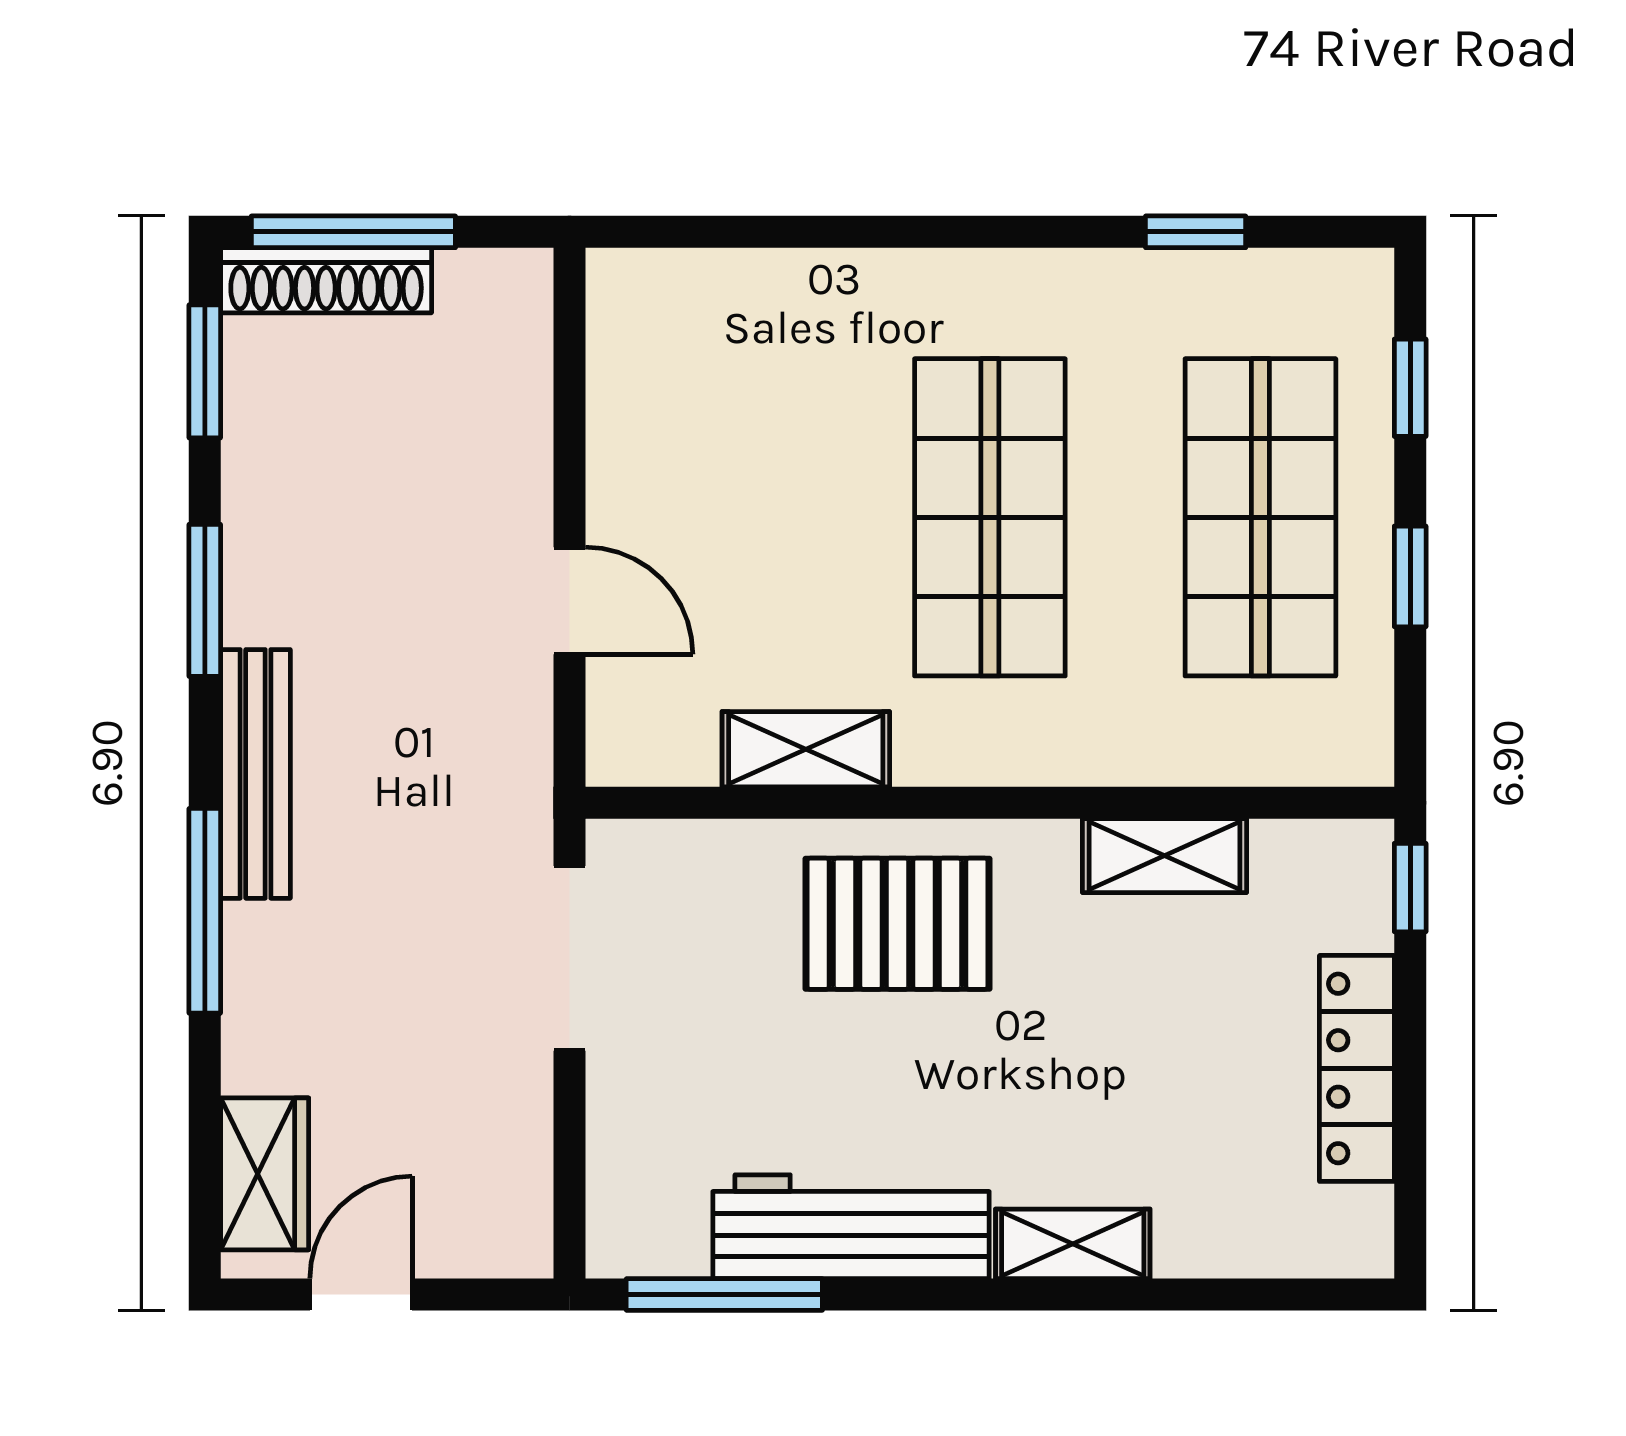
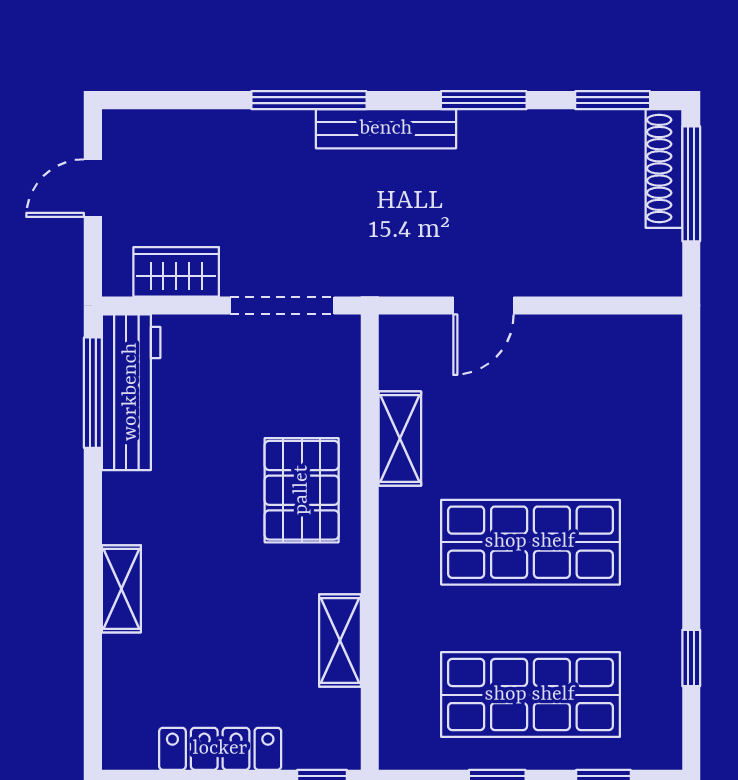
wardrobe: (265, 1174) -> (176, 272), moved, turned 180
workbench: (851, 1227) -> (131, 392), moved
door: (361, 1294) -> (93, 188), swing flipped

